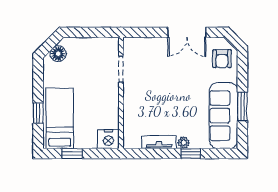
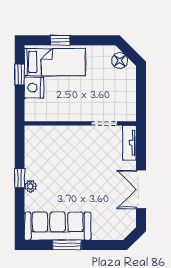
armchair: (222, 59) -> (115, 225), removed
nightstand: (108, 139) -> (34, 88), moved
tv unit: (159, 142) -> (130, 143), moved, turned 180
window: (191, 153) -> (20, 178), moved

